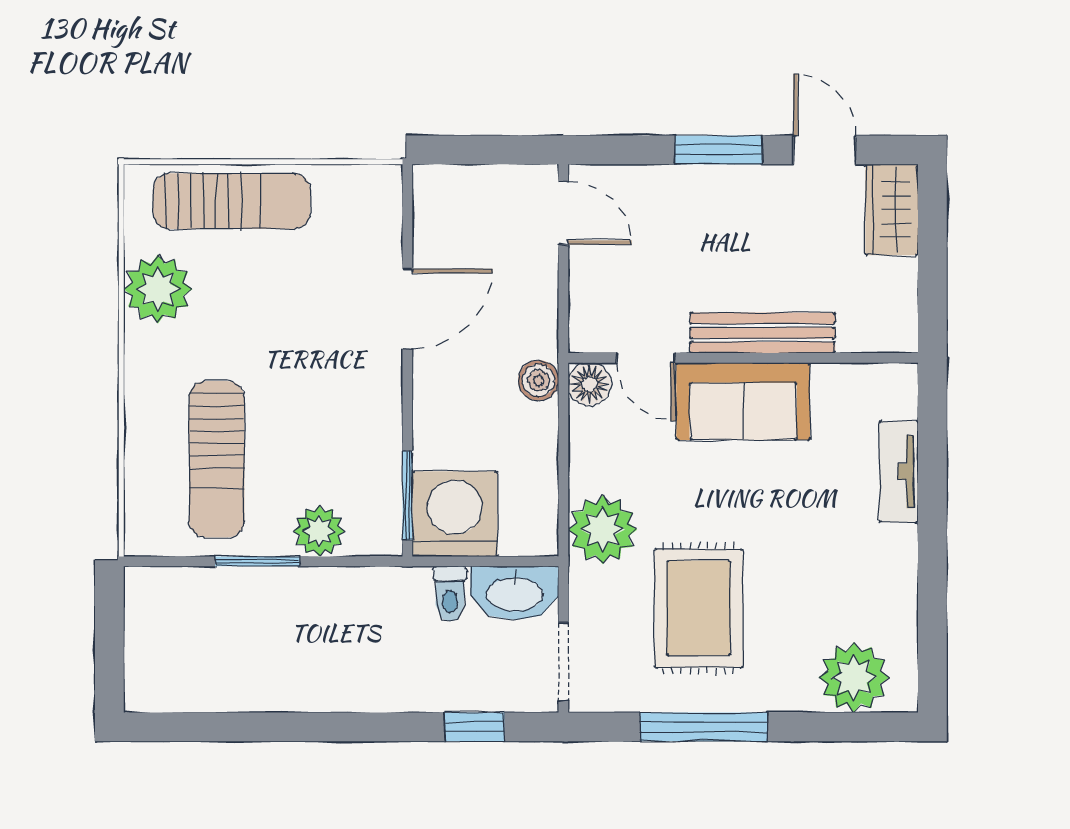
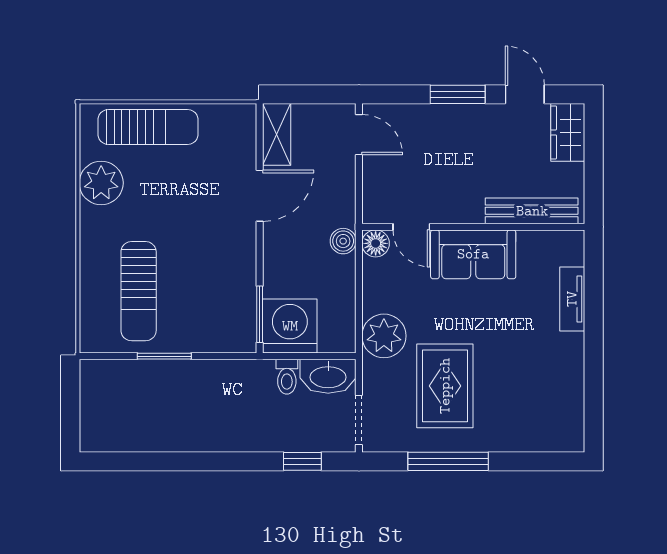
shelving: (434, 213) -> (277, 134), added
bench: (762, 333) -> (532, 211), moved
plant: (319, 531) -> (204, 337), removed
plant: (854, 677) -> (544, 430), removed

